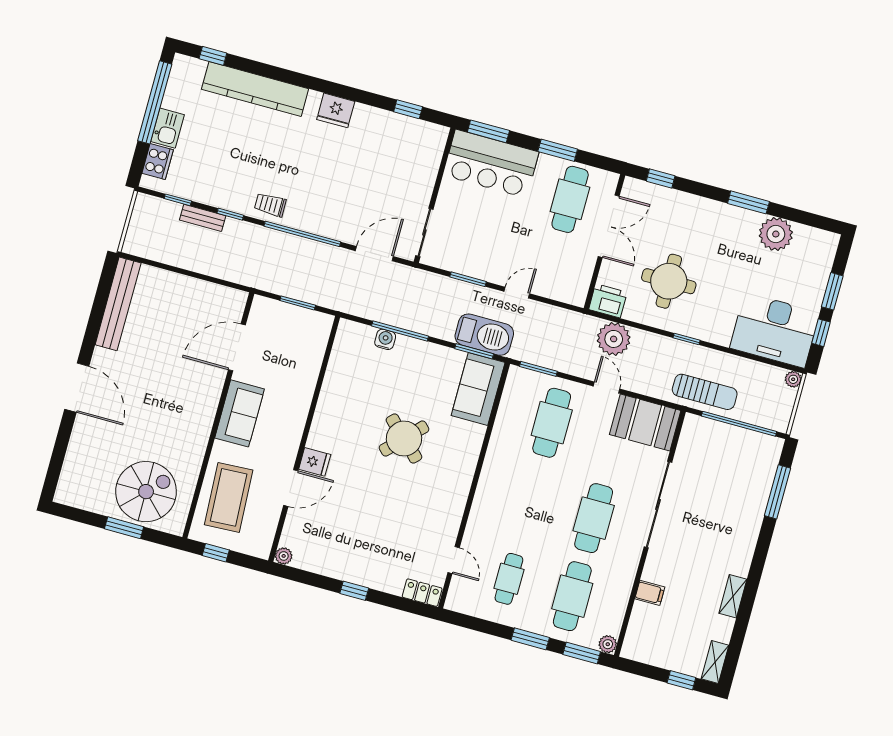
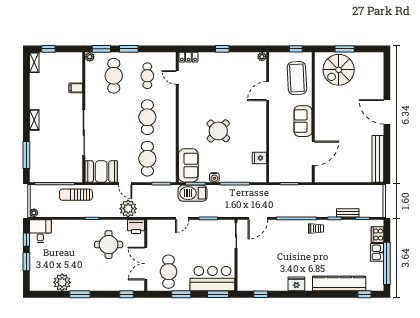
desk: (775, 330) -> (40, 231), width x0.53, depth x0.77
water cooler: (385, 339) -> (214, 177), moved
fridge: (315, 462) -> (259, 158), moved
cafe table: (594, 518) -> (147, 117), moved
shelving: (733, 596) -> (34, 120), moved

